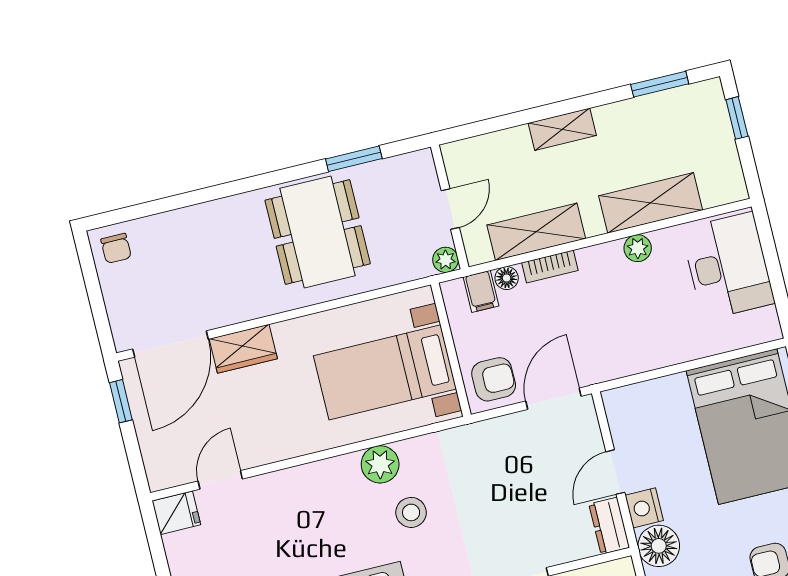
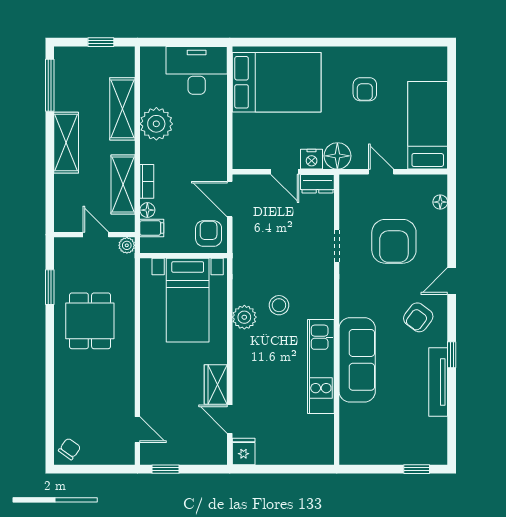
window: (660, 84) -> (50, 85), width x1.44
window: (737, 118) -> (101, 42), moved
shelving: (562, 129) -> (66, 143), width x1.50, depth x1.33
dining table: (318, 232) -> (90, 321), width x0.73
chair: (116, 248) -> (70, 449), turned -54
plant: (638, 248) -> (156, 124), width x1.88, depth x1.88
desk: (728, 266) -> (197, 70), moved
door: (170, 344) -> (137, 430), width x0.53
wardrobe: (243, 349) -> (216, 384), moved, turned 180

